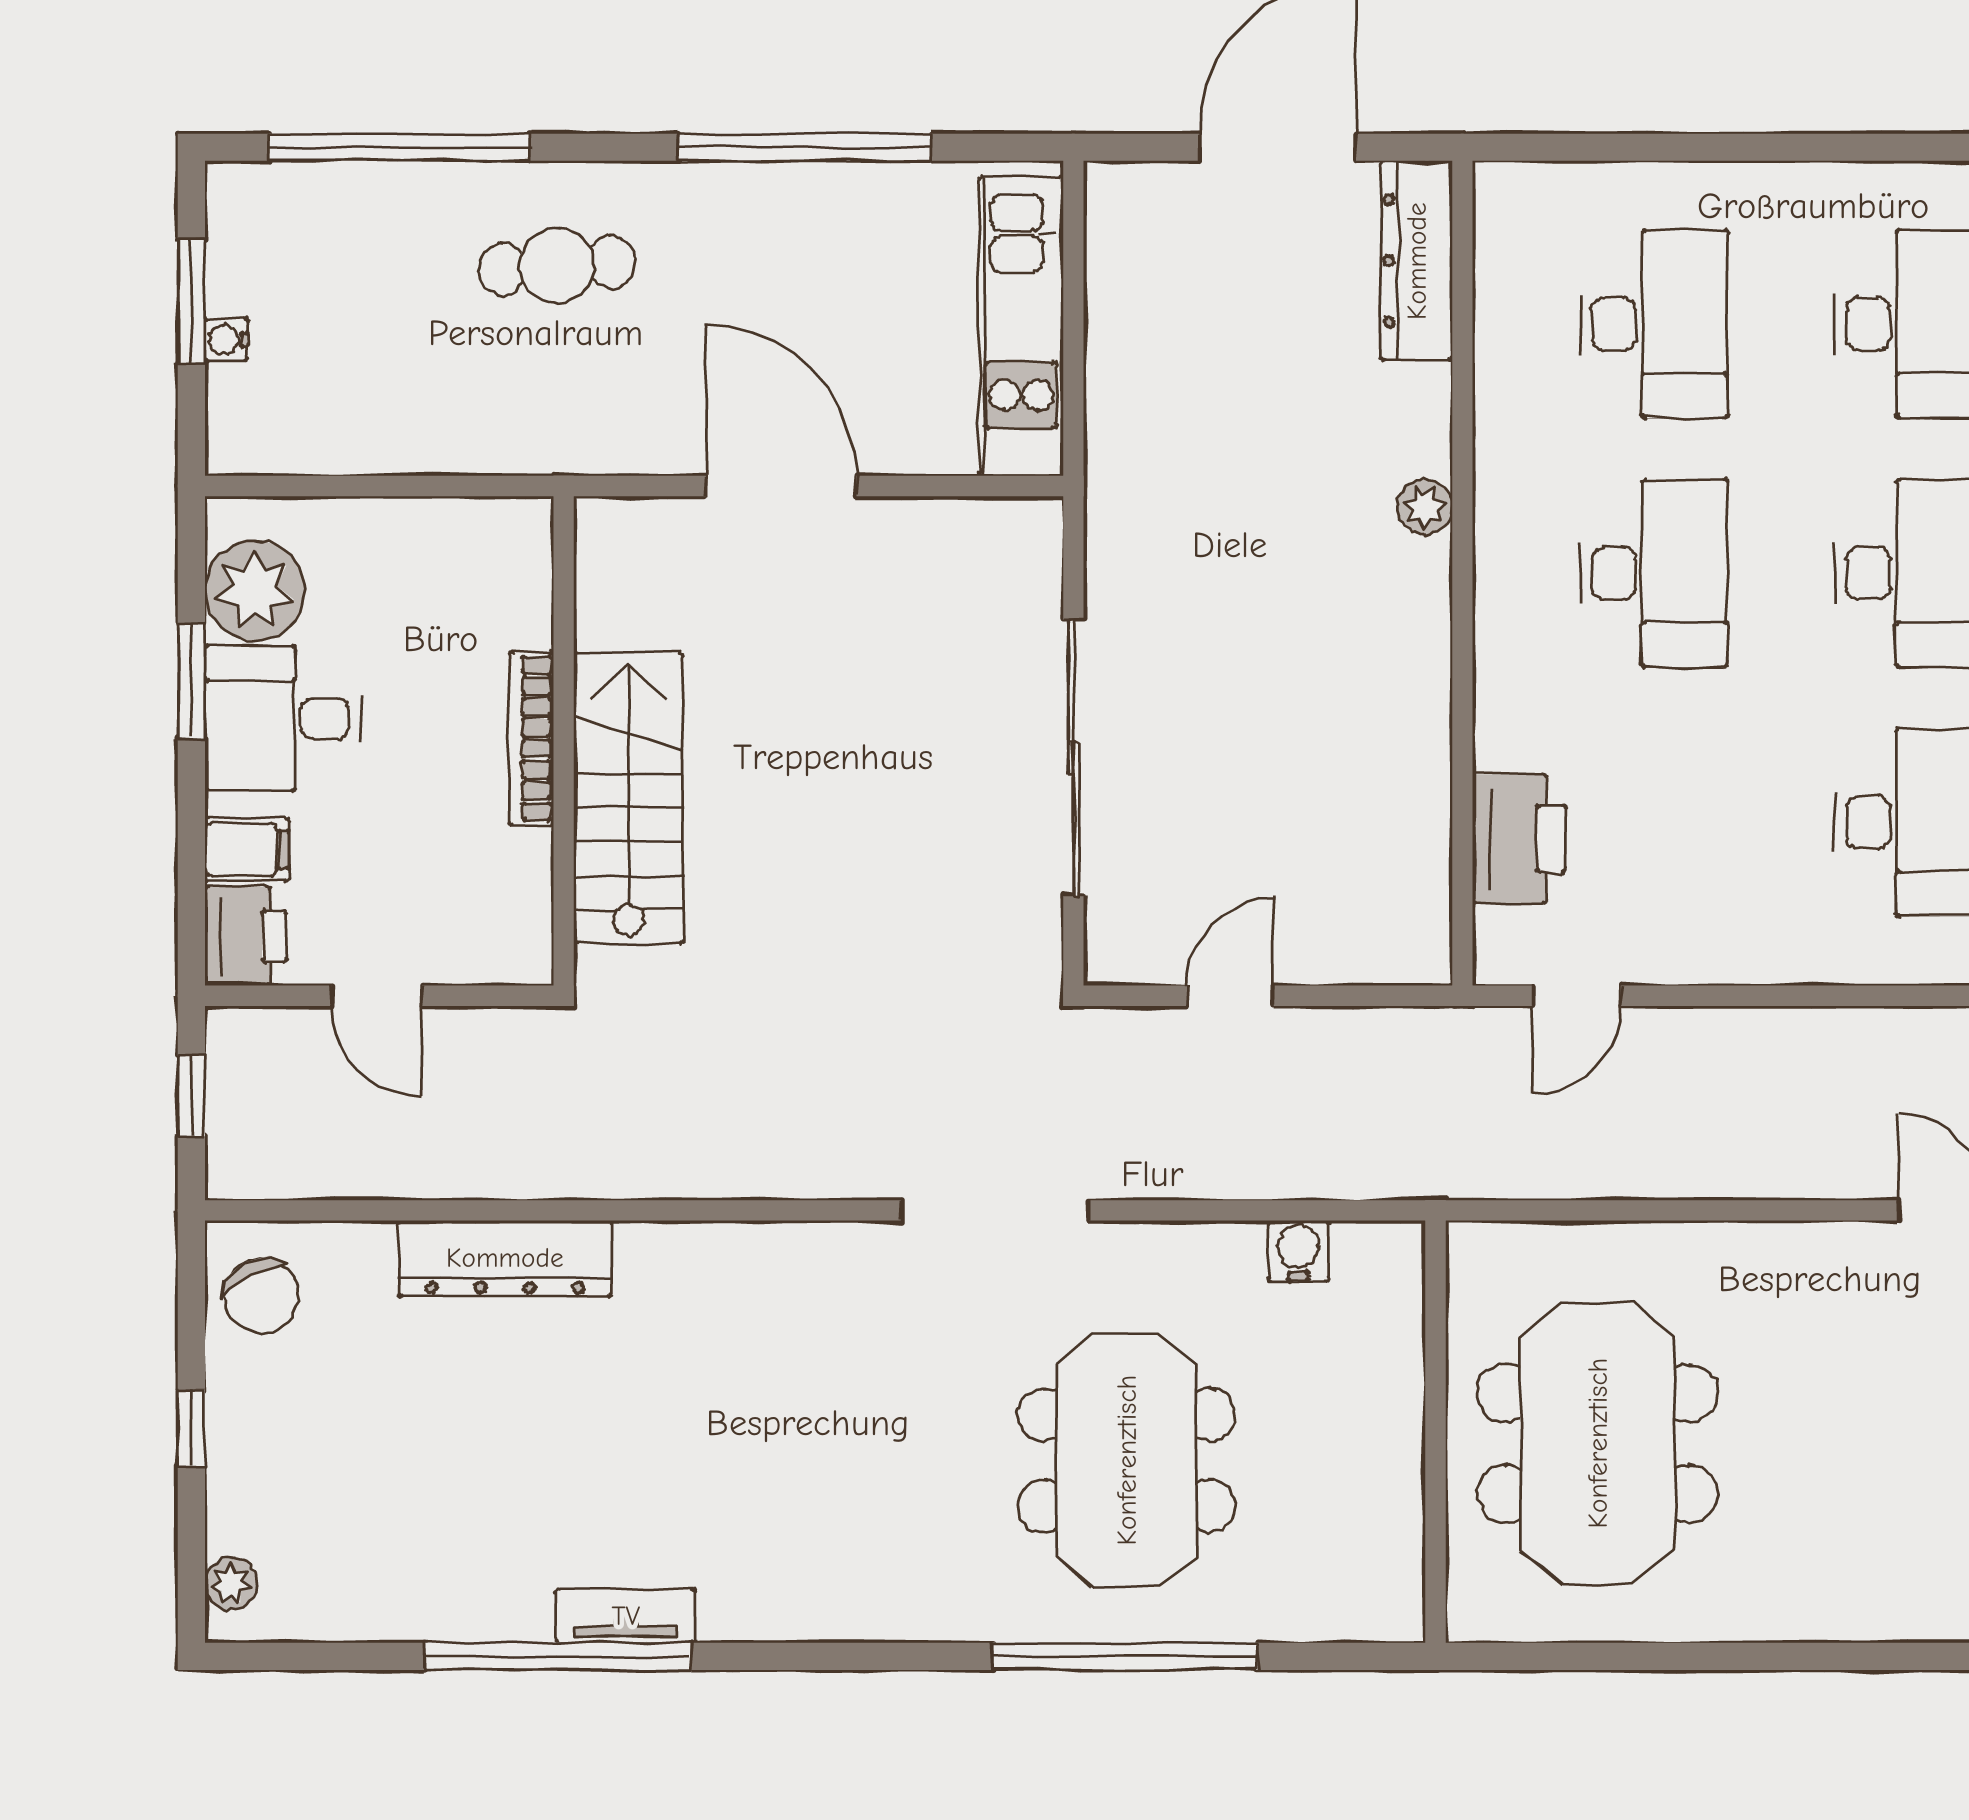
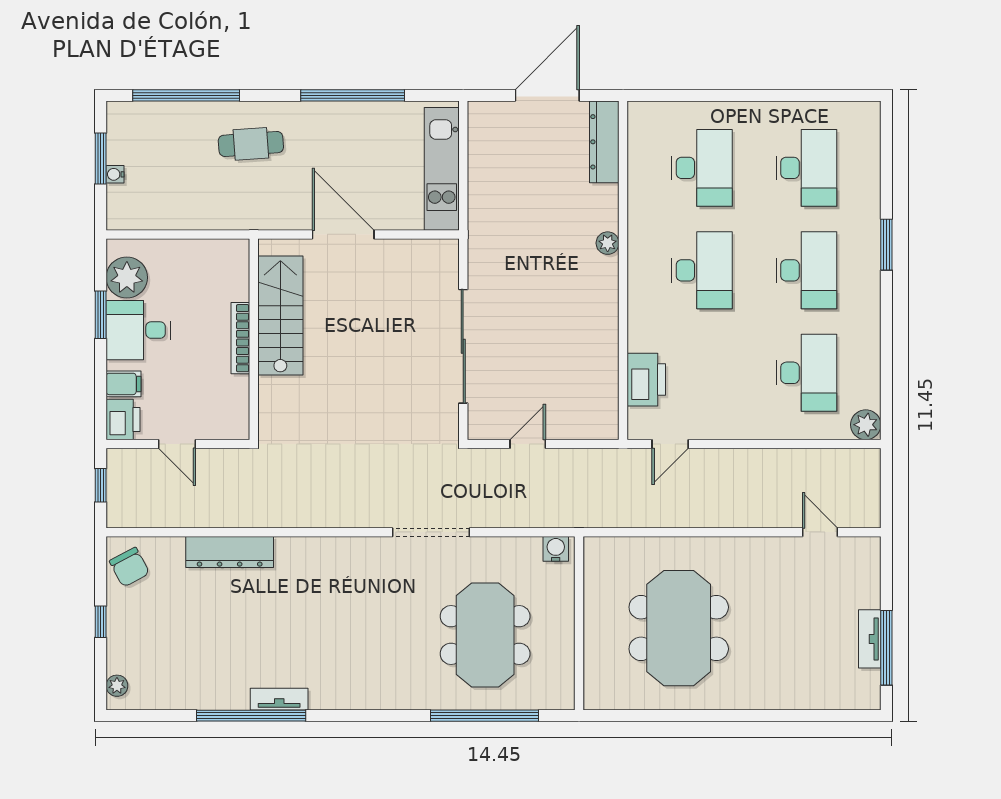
stairs: (628, 798) -> (280, 316), moved
wall: (1436, 1432) -> (579, 623), moved

